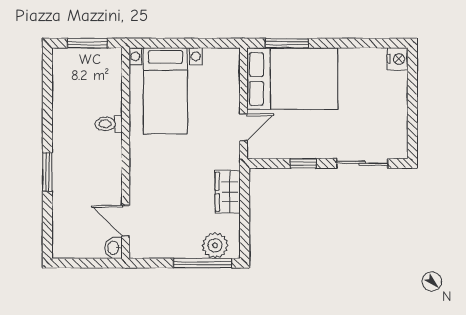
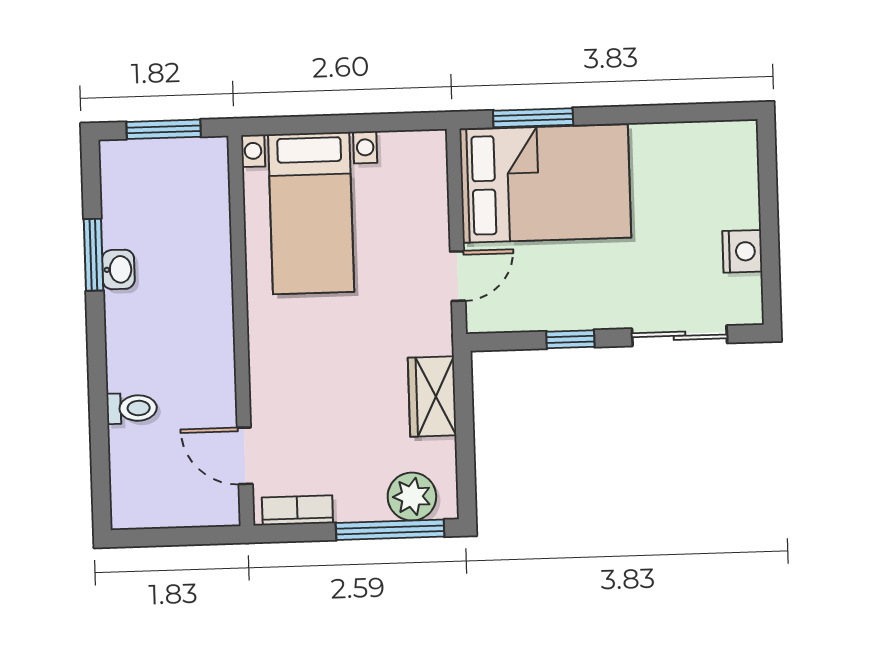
nightstand: (397, 59) -> (742, 251), moved
toilet: (109, 124) -> (132, 408), moved, turned 180
window: (47, 172) -> (93, 255), moved
washbasin: (114, 248) -> (118, 269), moved, turned 180
bookcase: (153, 251) -> (297, 510), added

